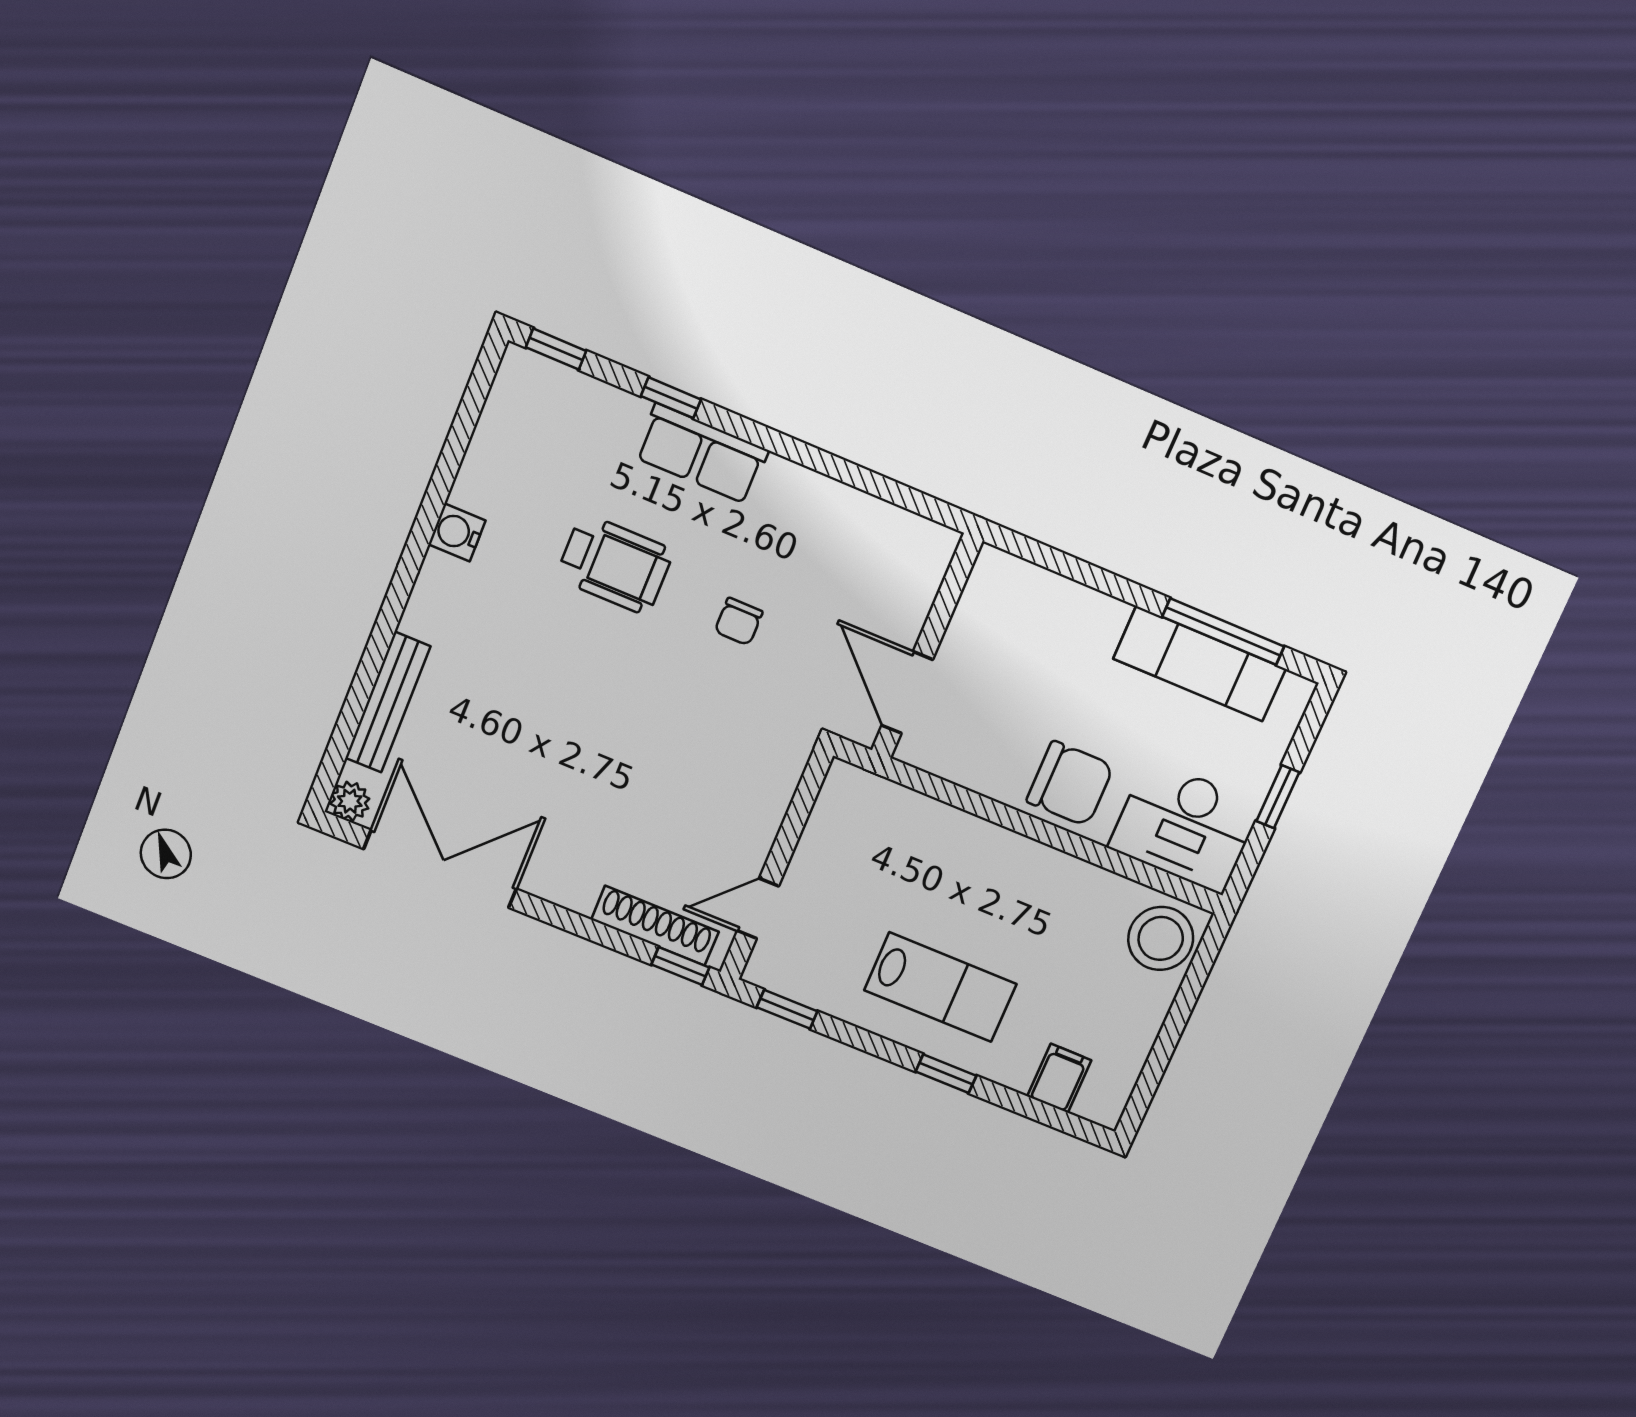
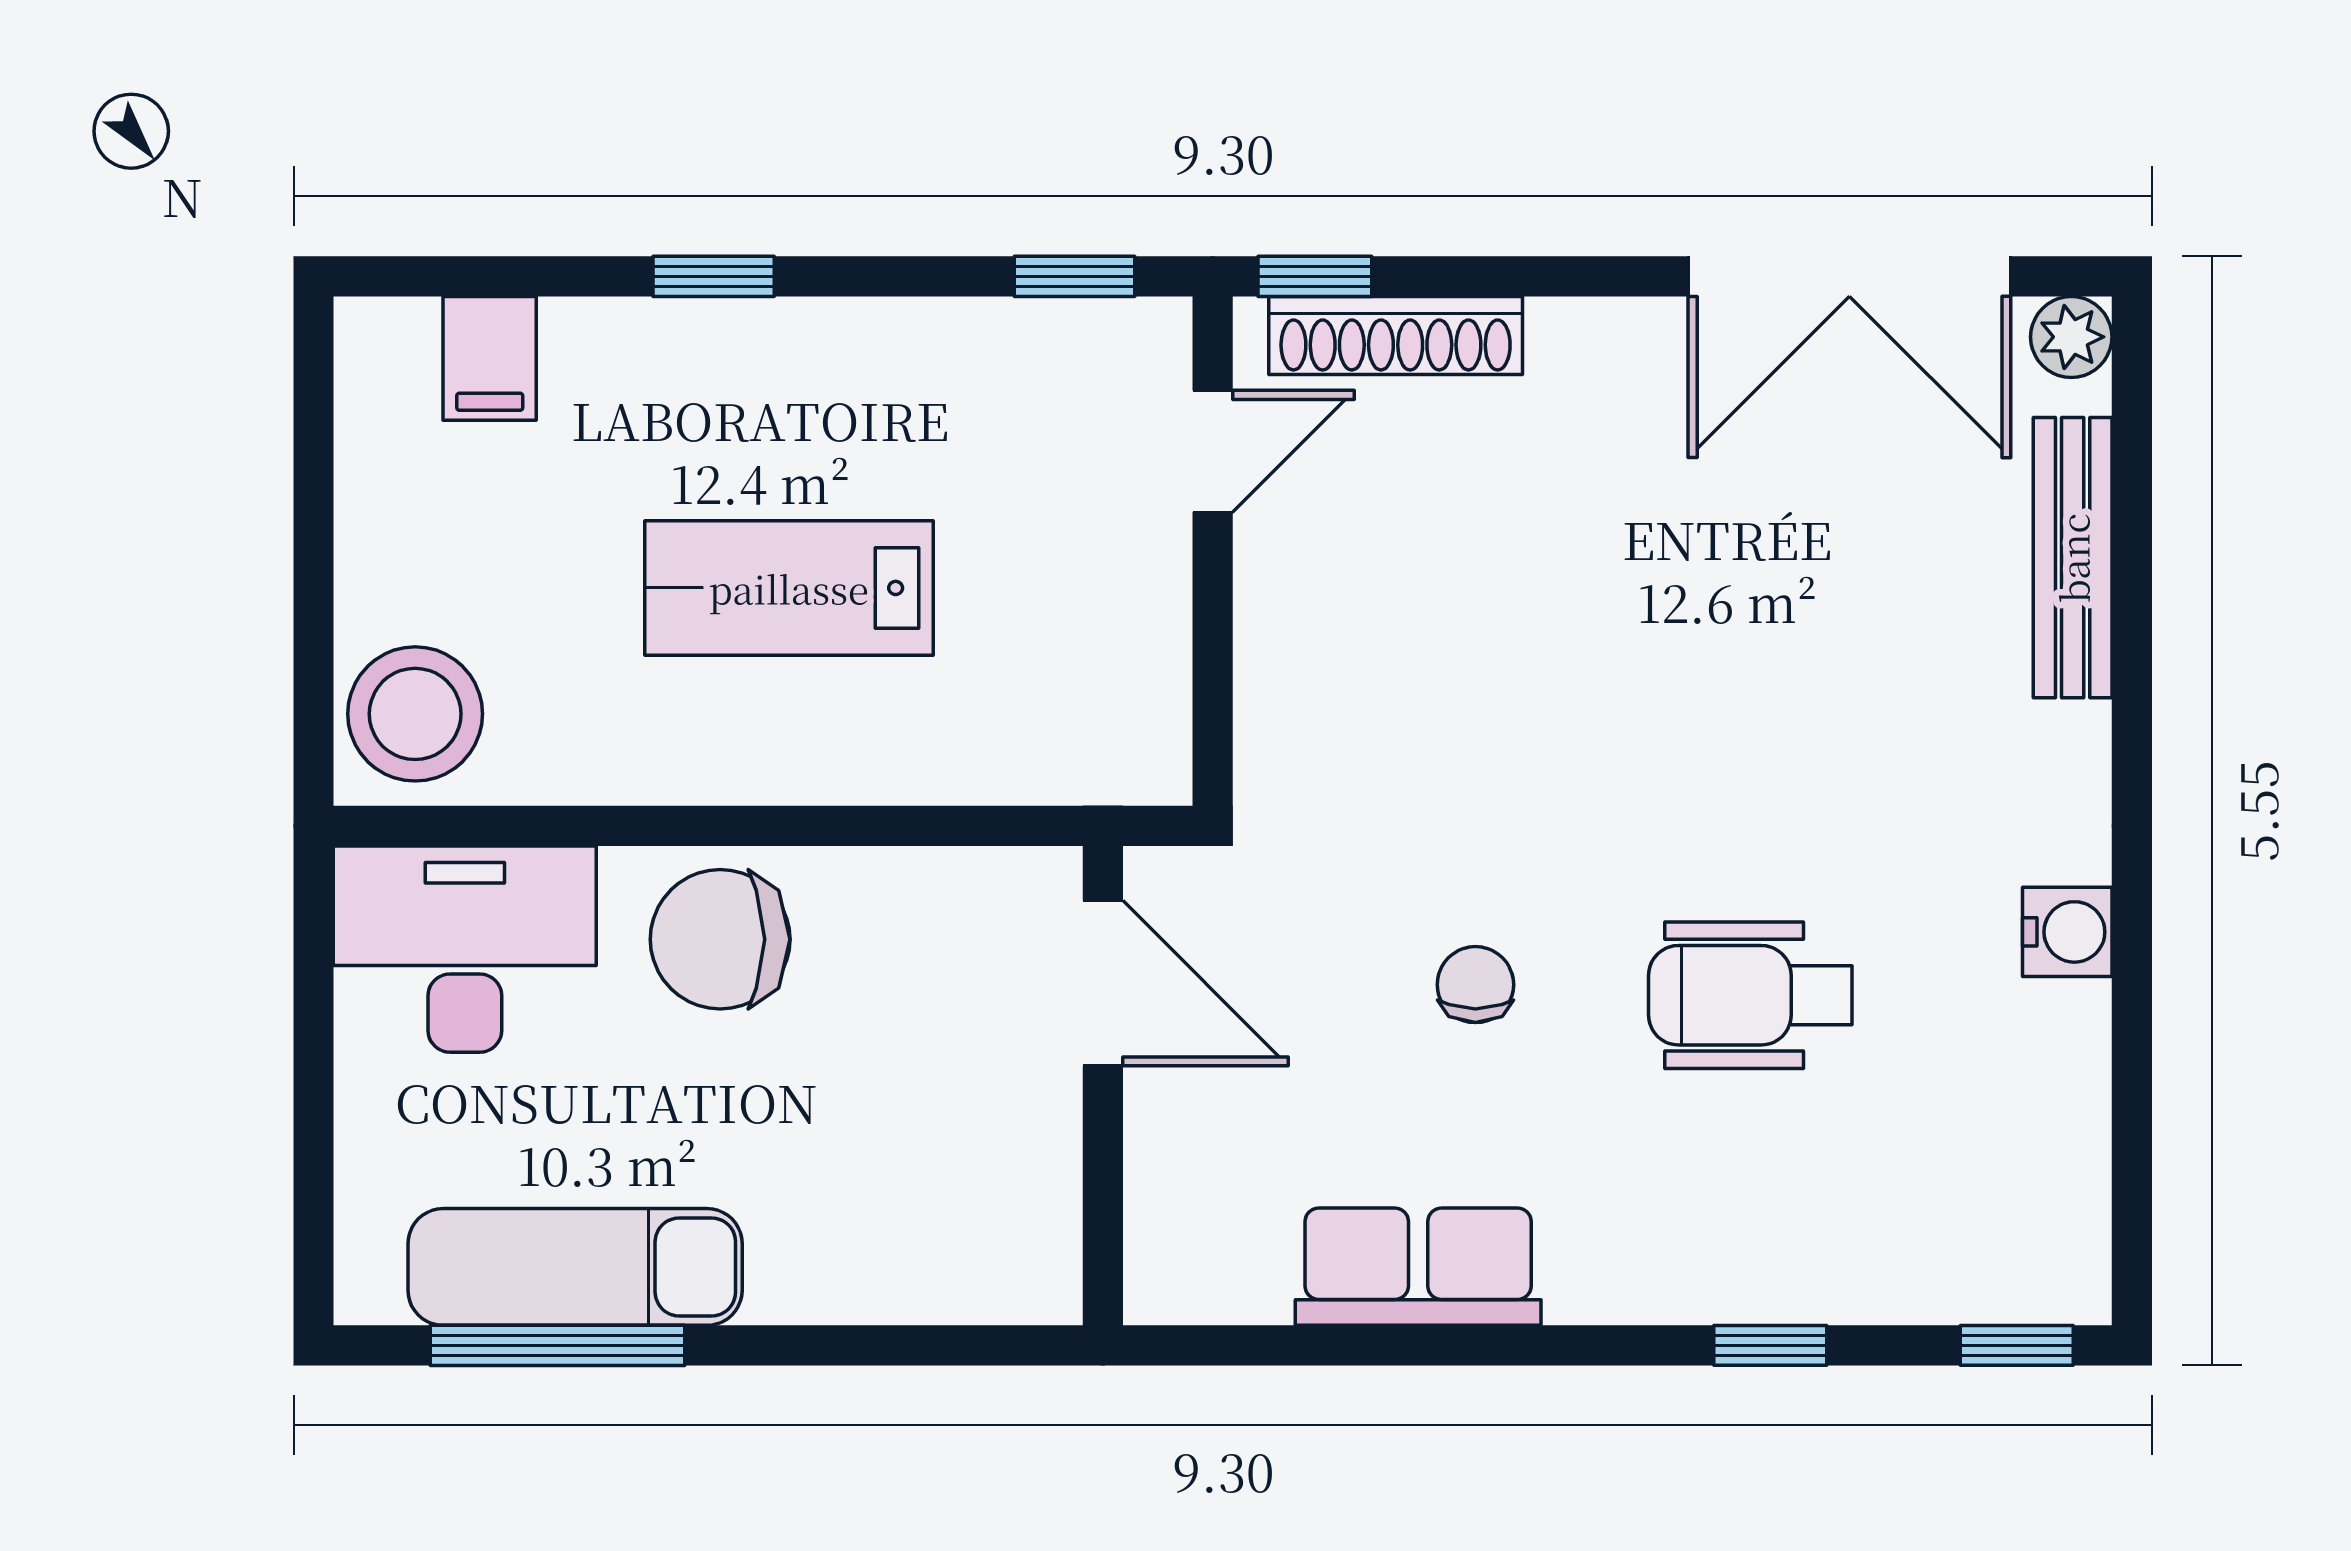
row of seats: (702, 454) -> (1418, 1267), moved
window: (1278, 797) -> (313, 1079), removed
lab bench: (940, 987) -> (789, 588), moved

